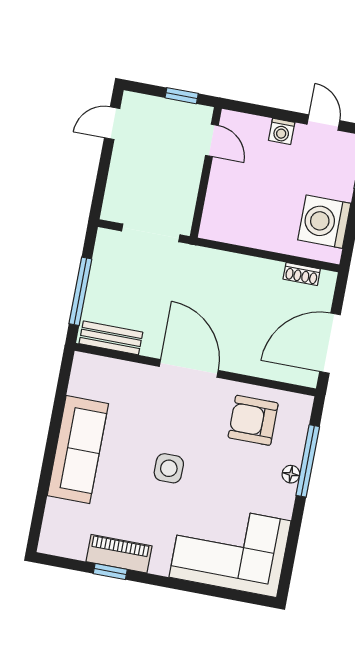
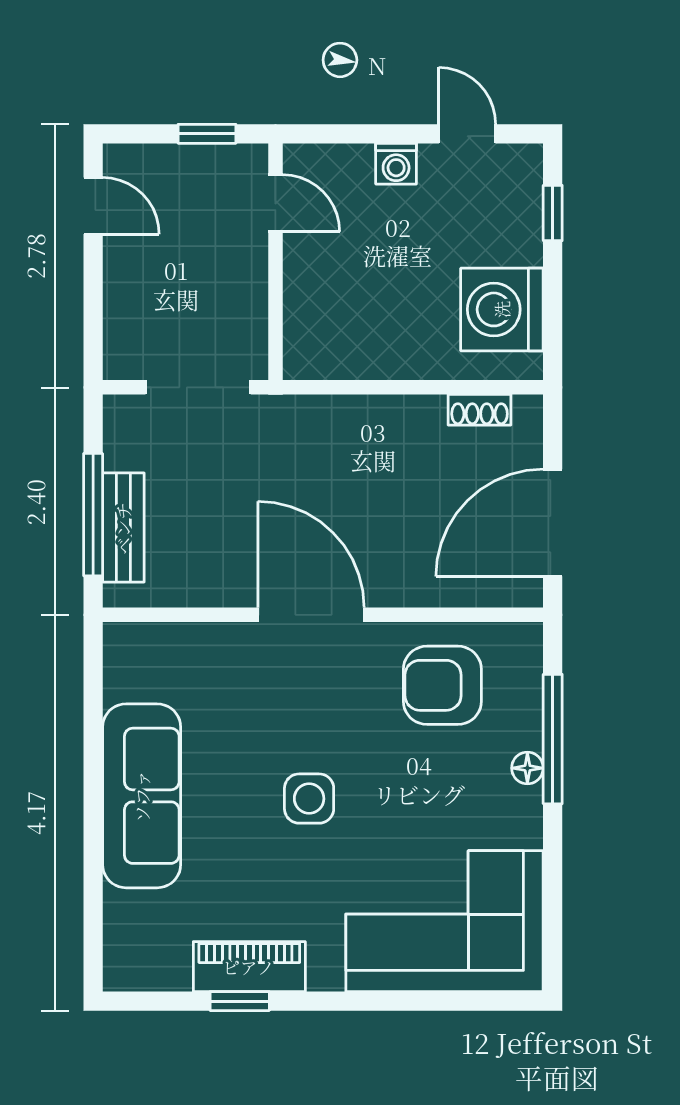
door: (112, 123) -> (93, 206), swing flipped
bench: (111, 338) -> (123, 528), moved, turned 90

